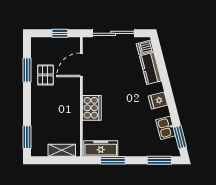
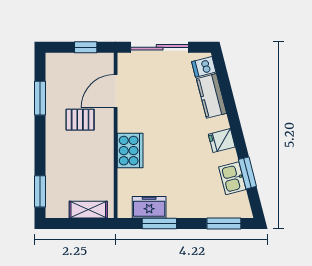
pallet: (45, 75) -> (80, 120), moved, turned 90
window: (180, 137) -> (247, 173), moved
freezer: (101, 149) -> (149, 207), width x0.71

